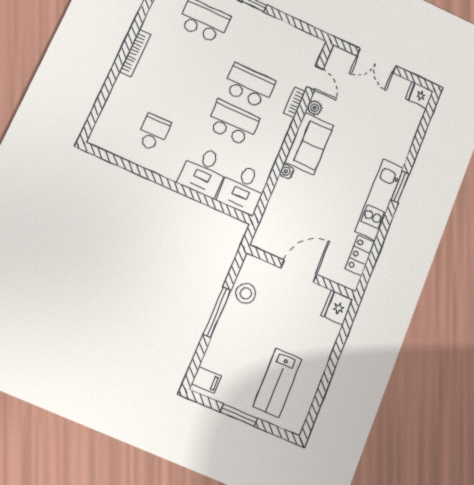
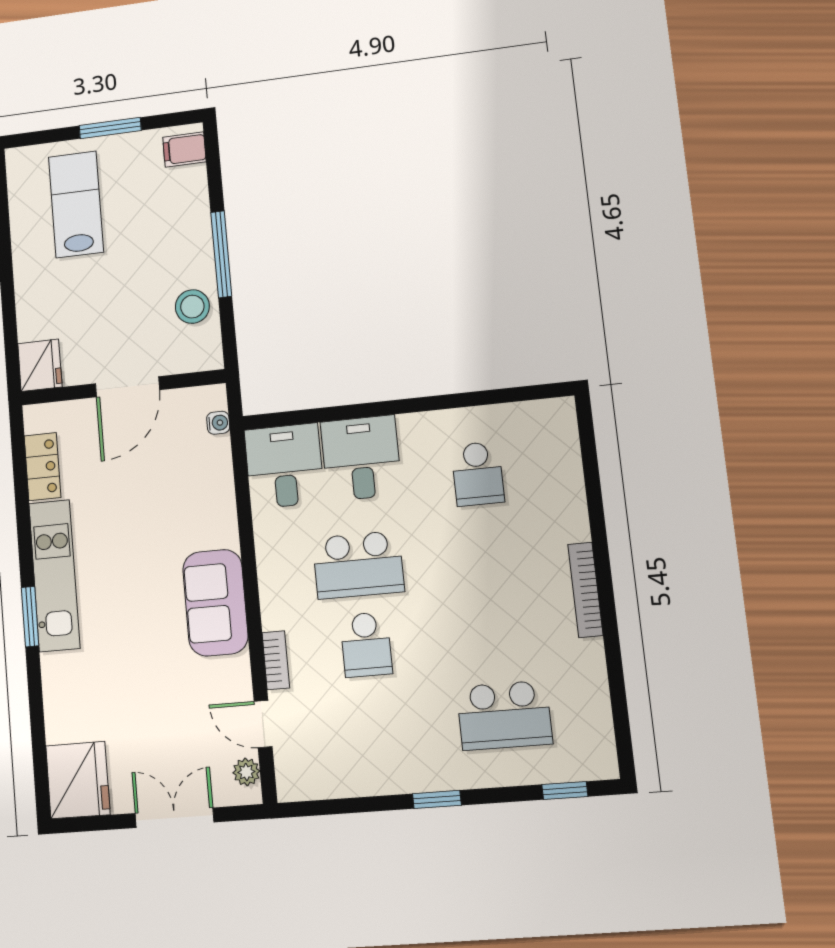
school desk: (249, 86) -> (366, 645), width x0.54
fridge: (419, 95) -> (78, 780), width x1.88, depth x1.34
plant: (315, 108) -> (246, 772), moved
water cooler: (287, 171) -> (218, 423), moved

